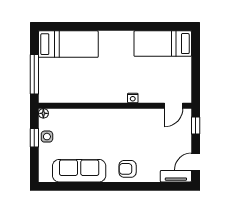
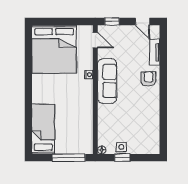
bed: (163, 44) -> (54, 49), width x2.04
armchair: (128, 169) -> (149, 79), turned 180
sofa: (79, 171) -> (107, 81), moved, turned 180
tv unit: (176, 176) -> (155, 52), moved

